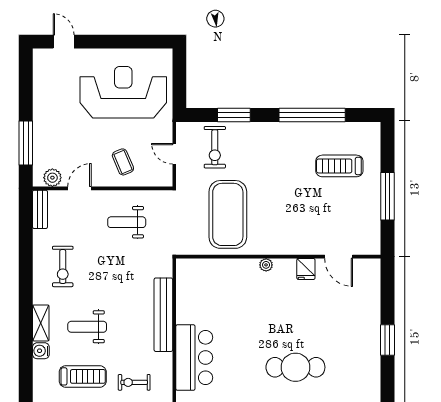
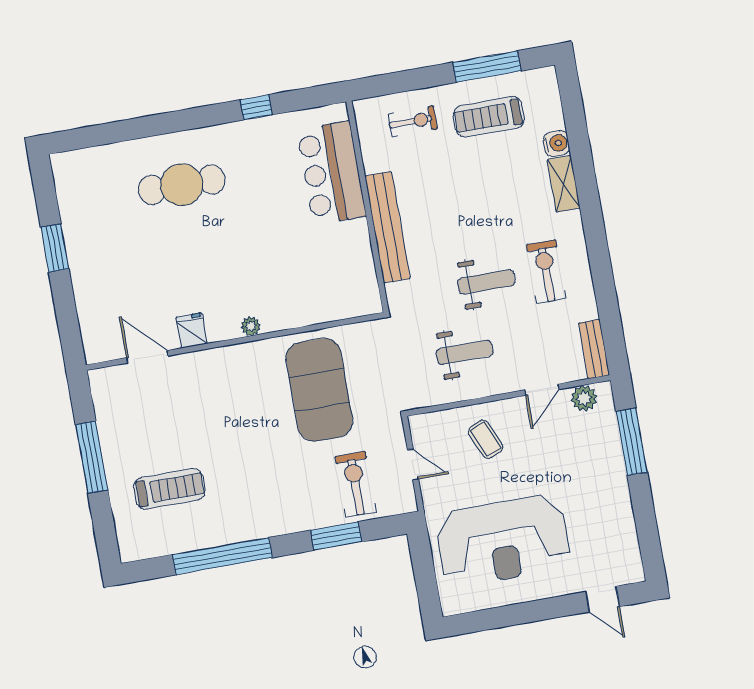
weight bench: (87, 327) -> (486, 282), moved

